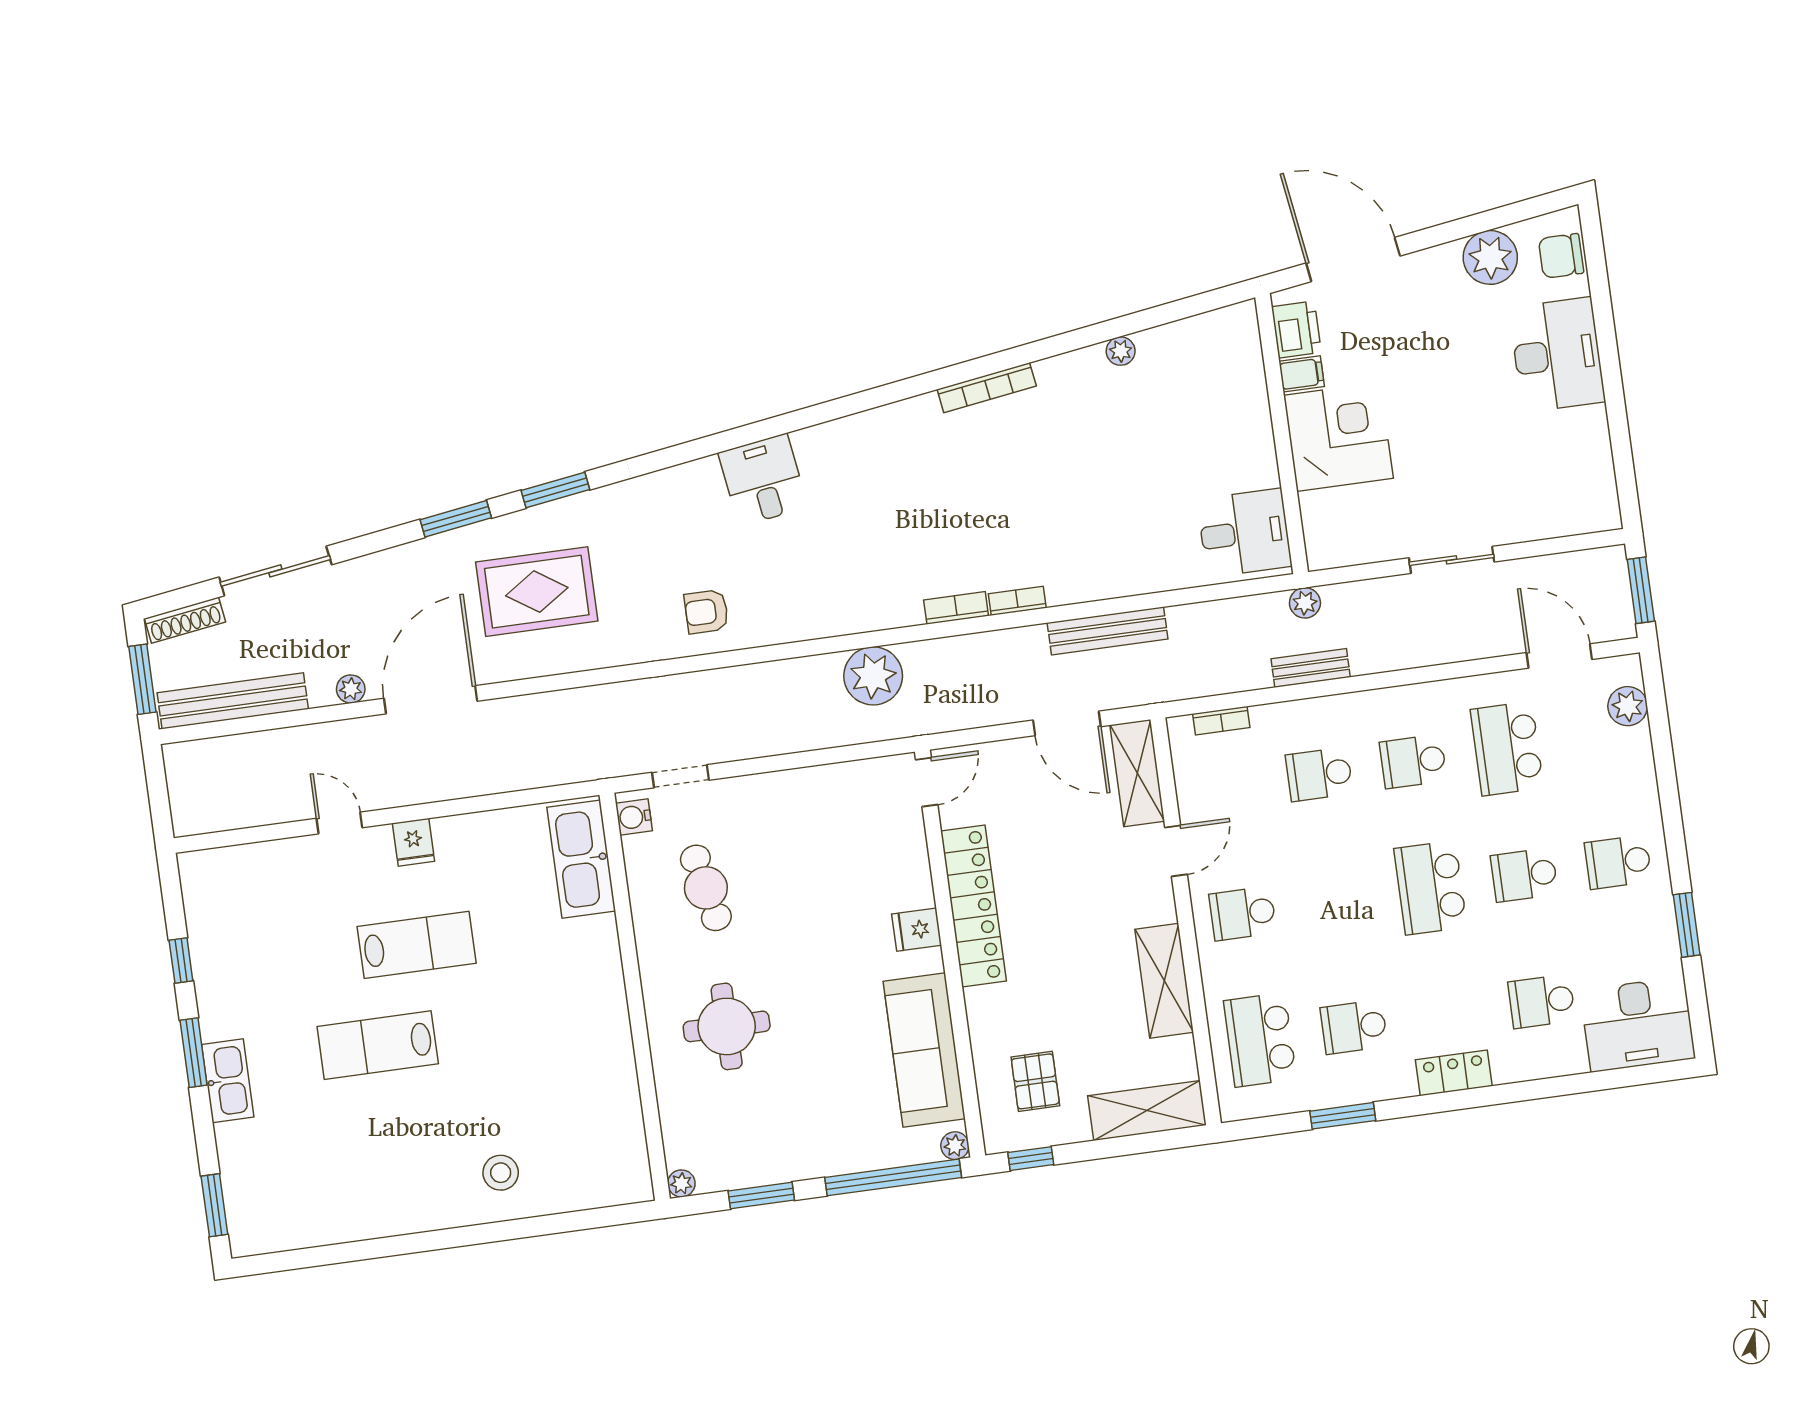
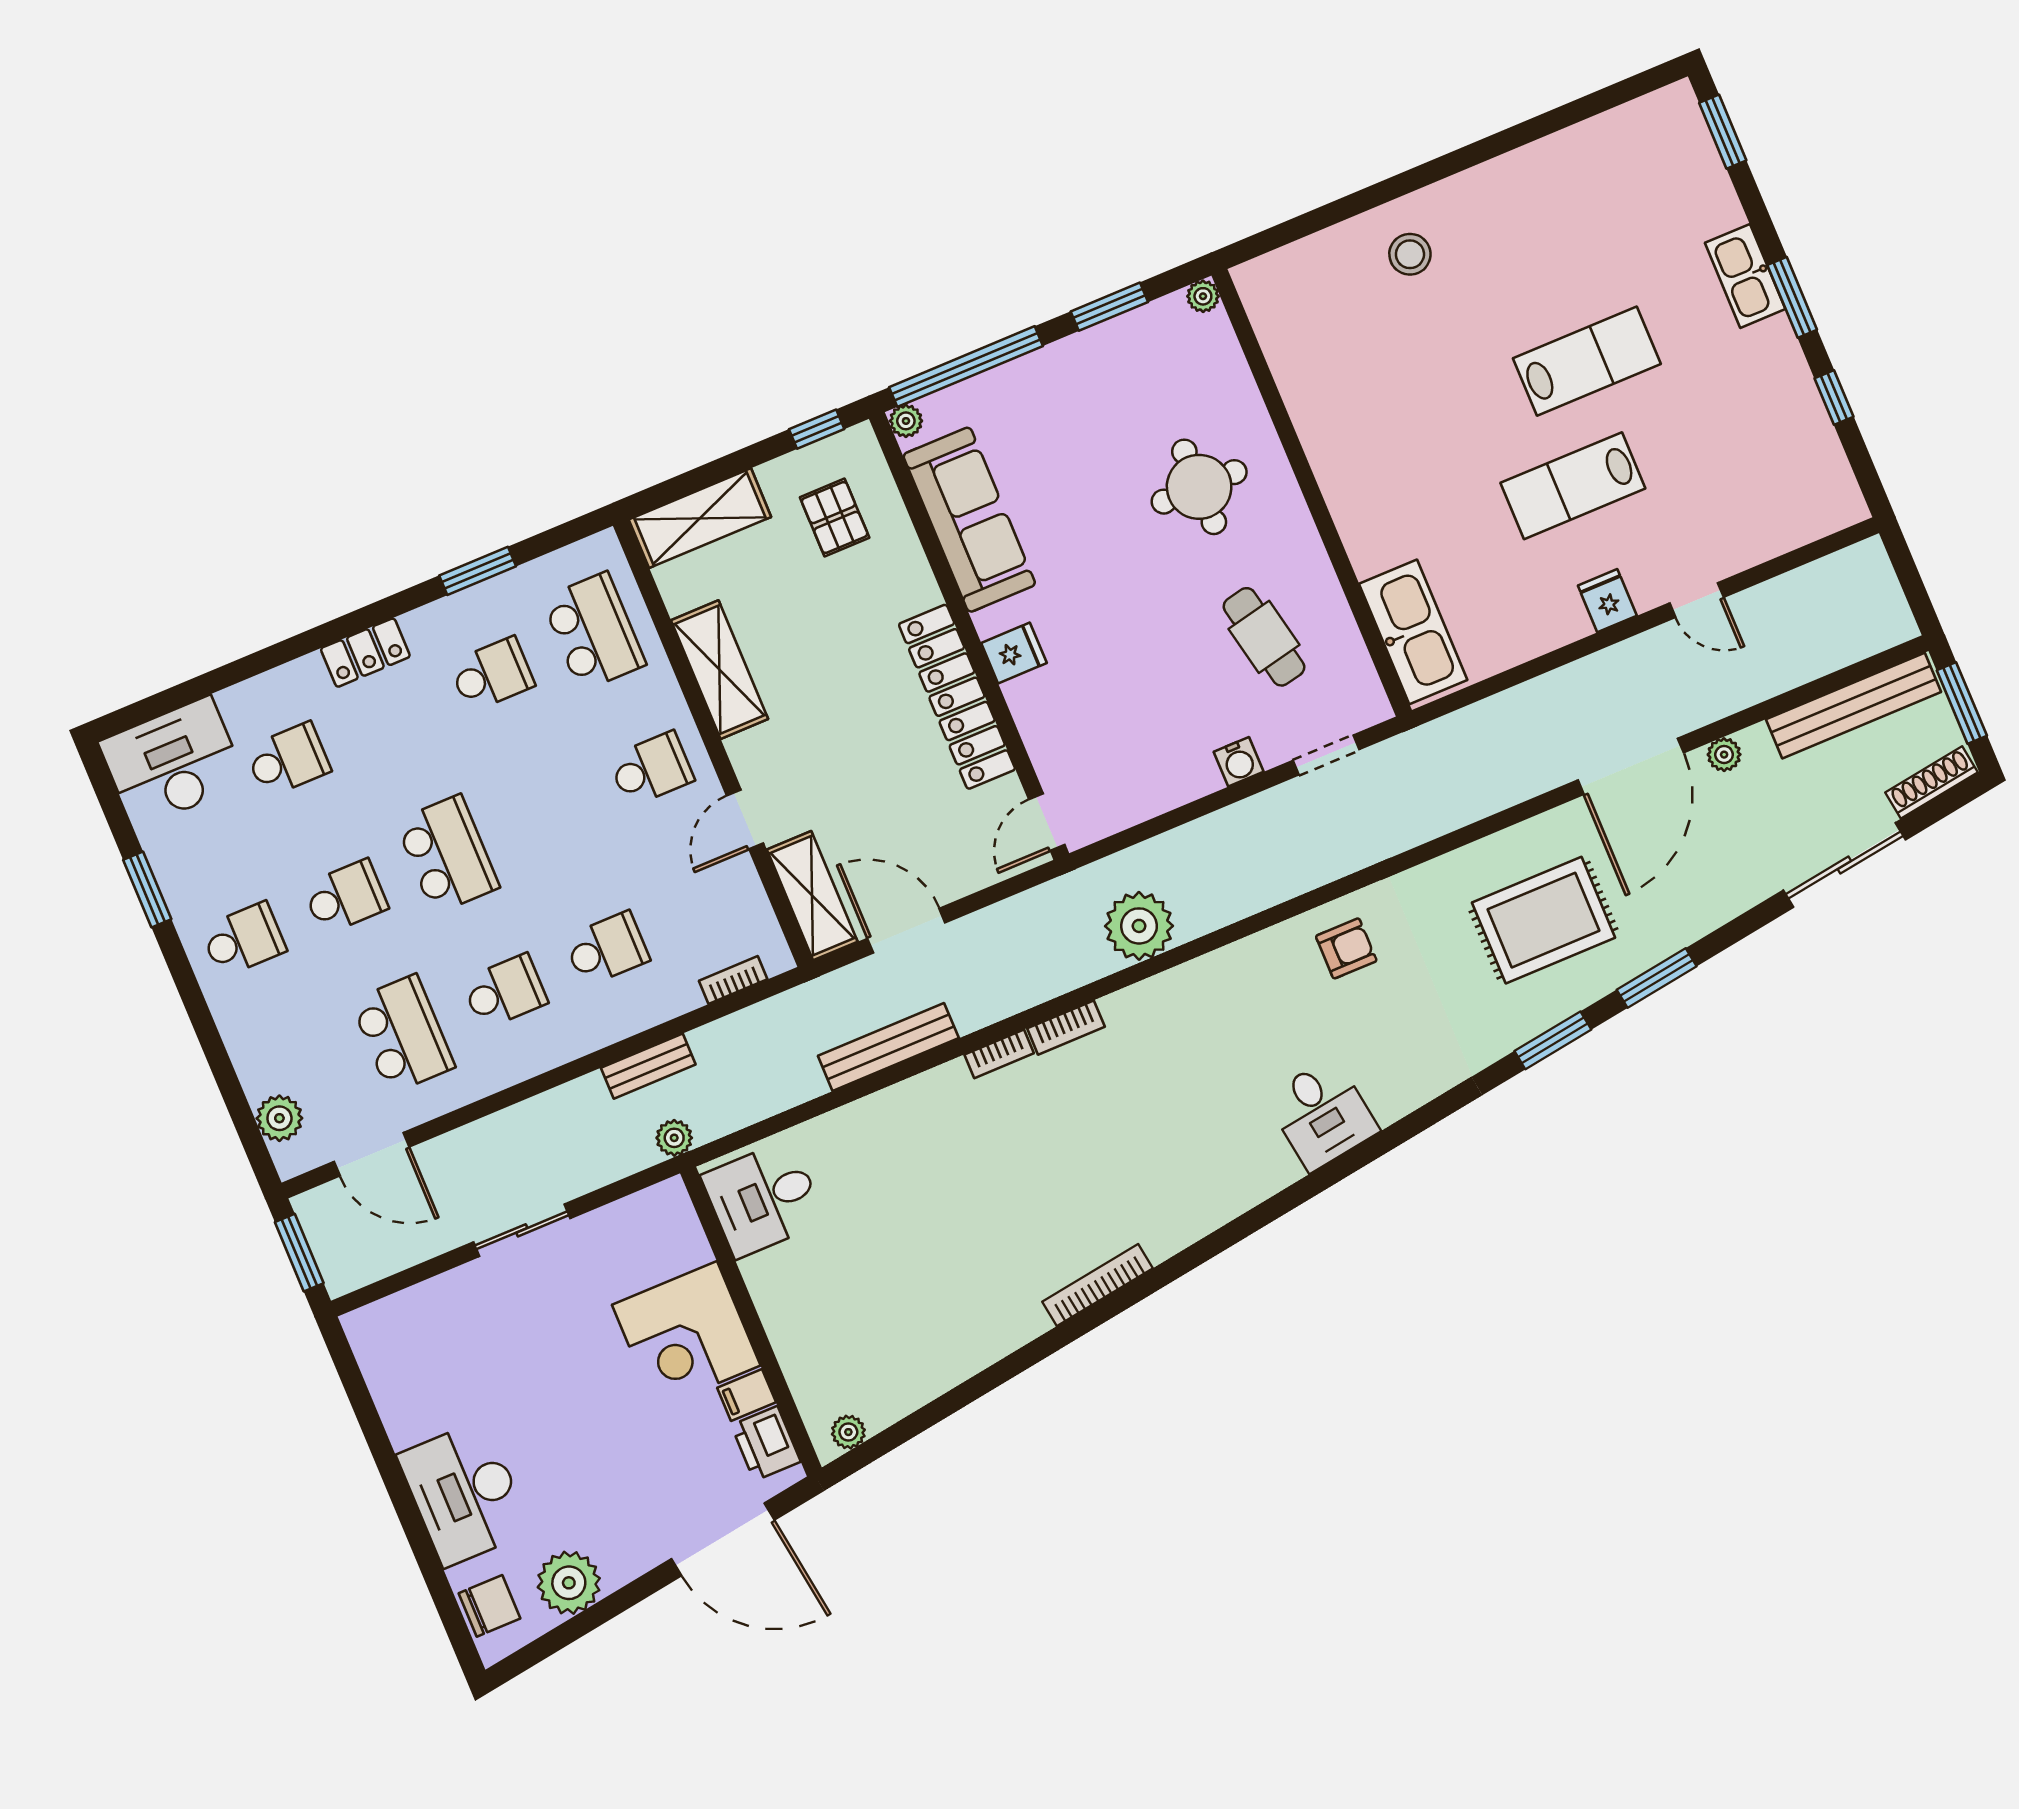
plant: (1121, 351) -> (848, 1432), moved
water cooler: (634, 817) -> (1239, 762), moved, turned 90

